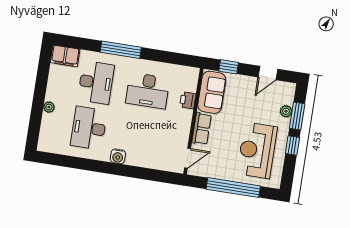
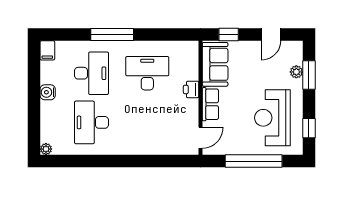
filing cabinet: (65, 56) -> (47, 50), width x0.50
desk: (148, 91) -> (147, 73), turned 180
printer: (188, 100) -> (191, 89), moved
plant: (49, 107) -> (46, 149), moved
window: (292, 145) -> (309, 128), moved
water cooler: (118, 156) -> (48, 92), moved, turned 90

